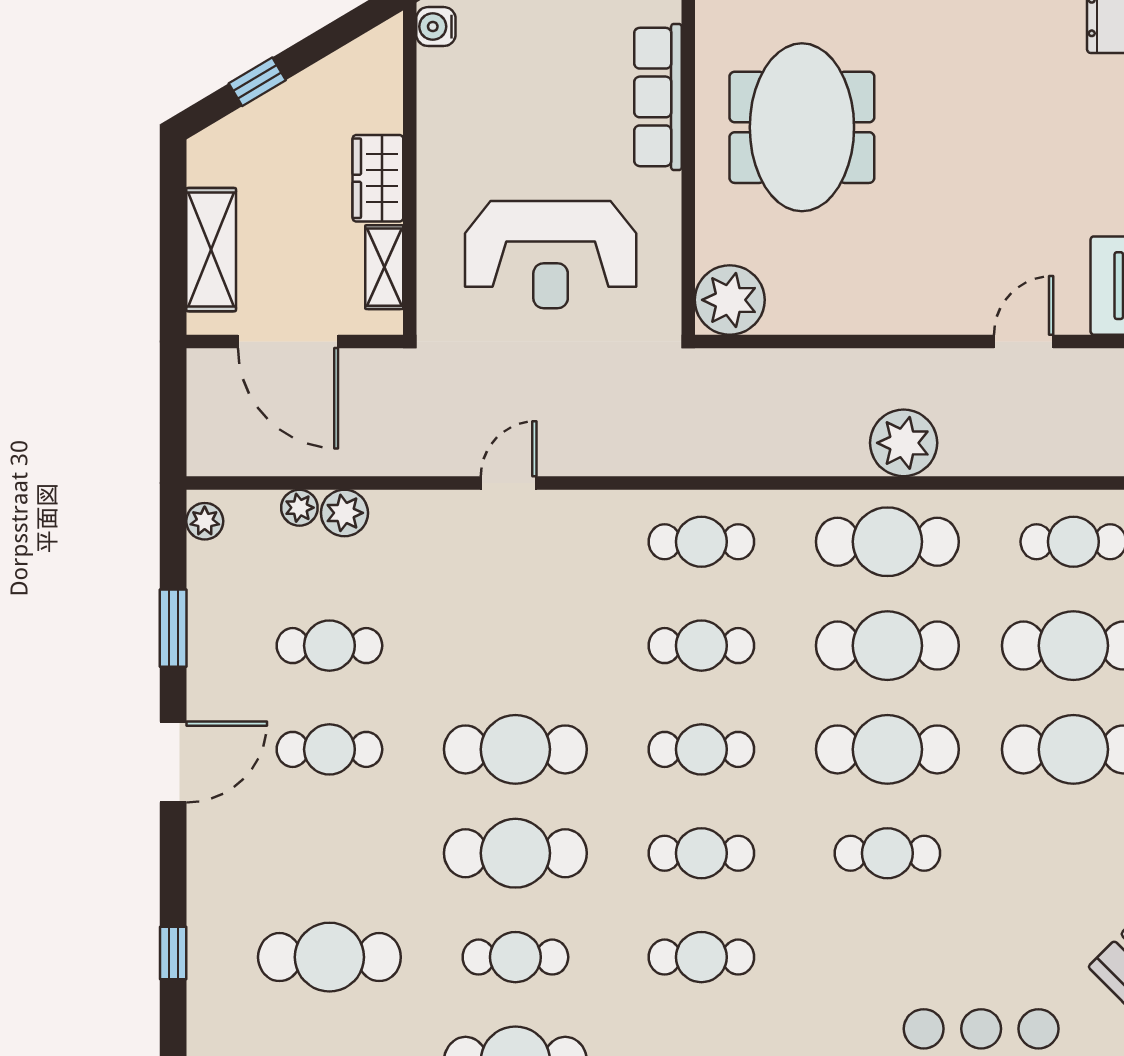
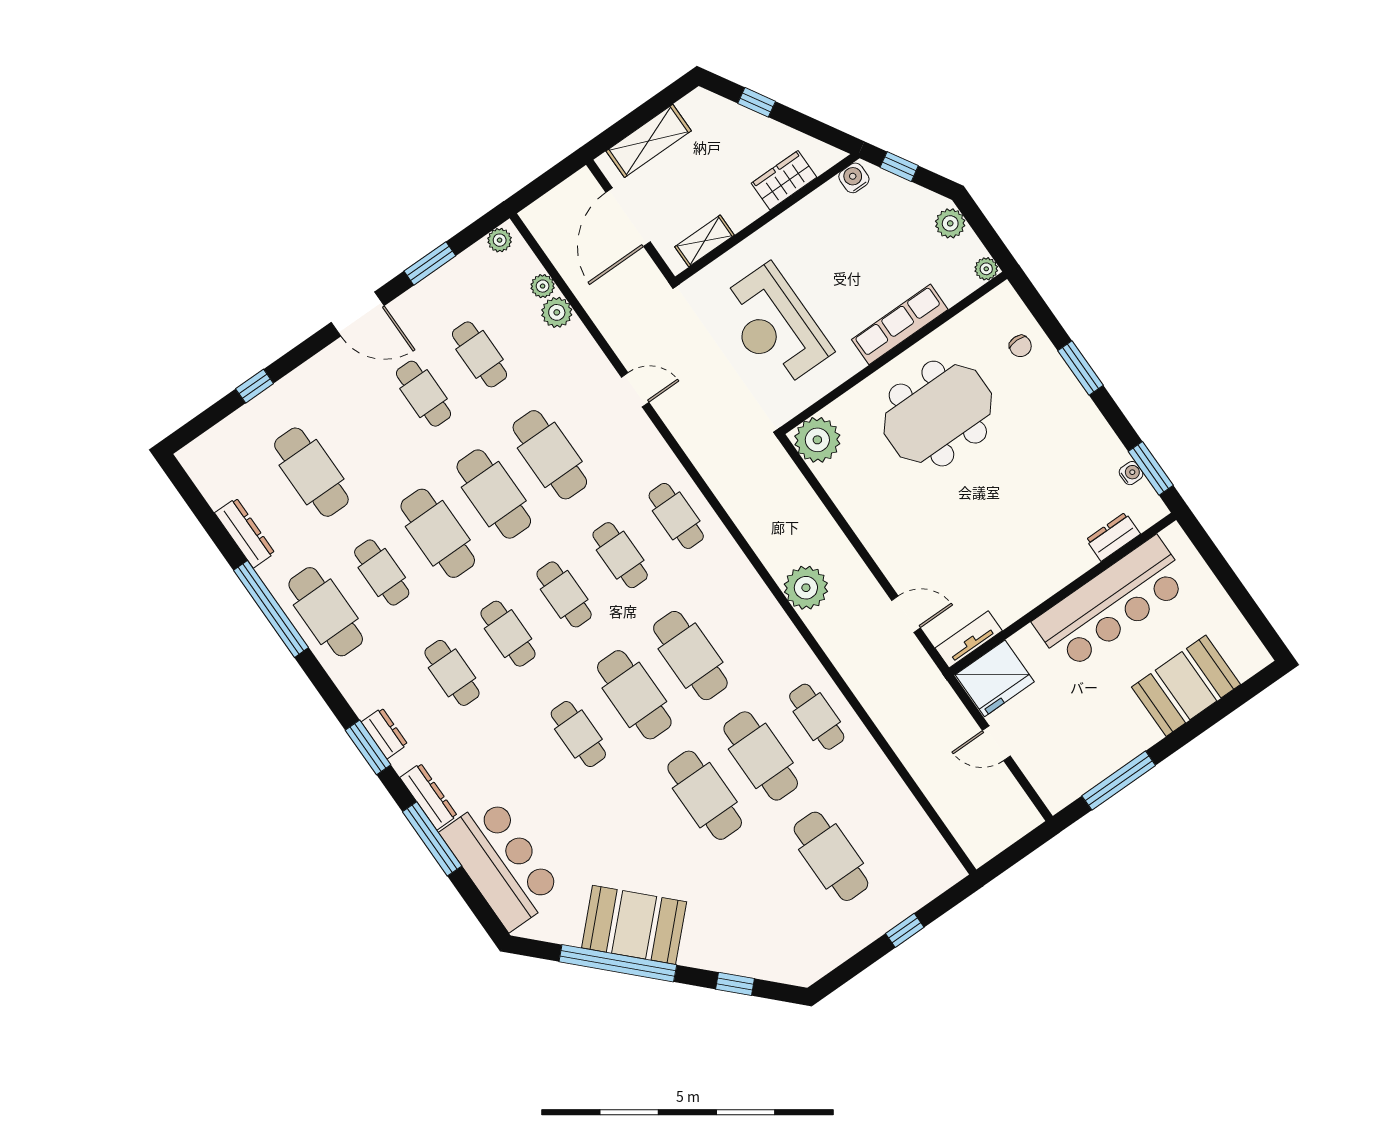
wardrobe: (378, 178) -> (784, 180), moved
cafe table: (887, 542) -> (550, 455), moved

